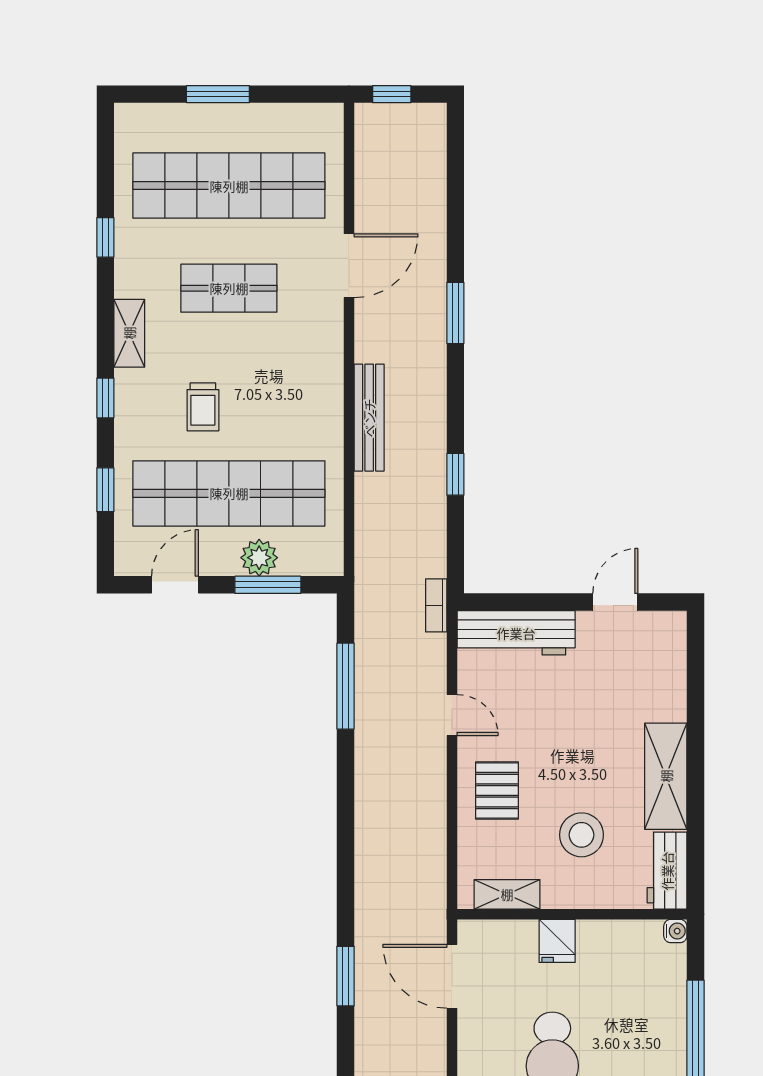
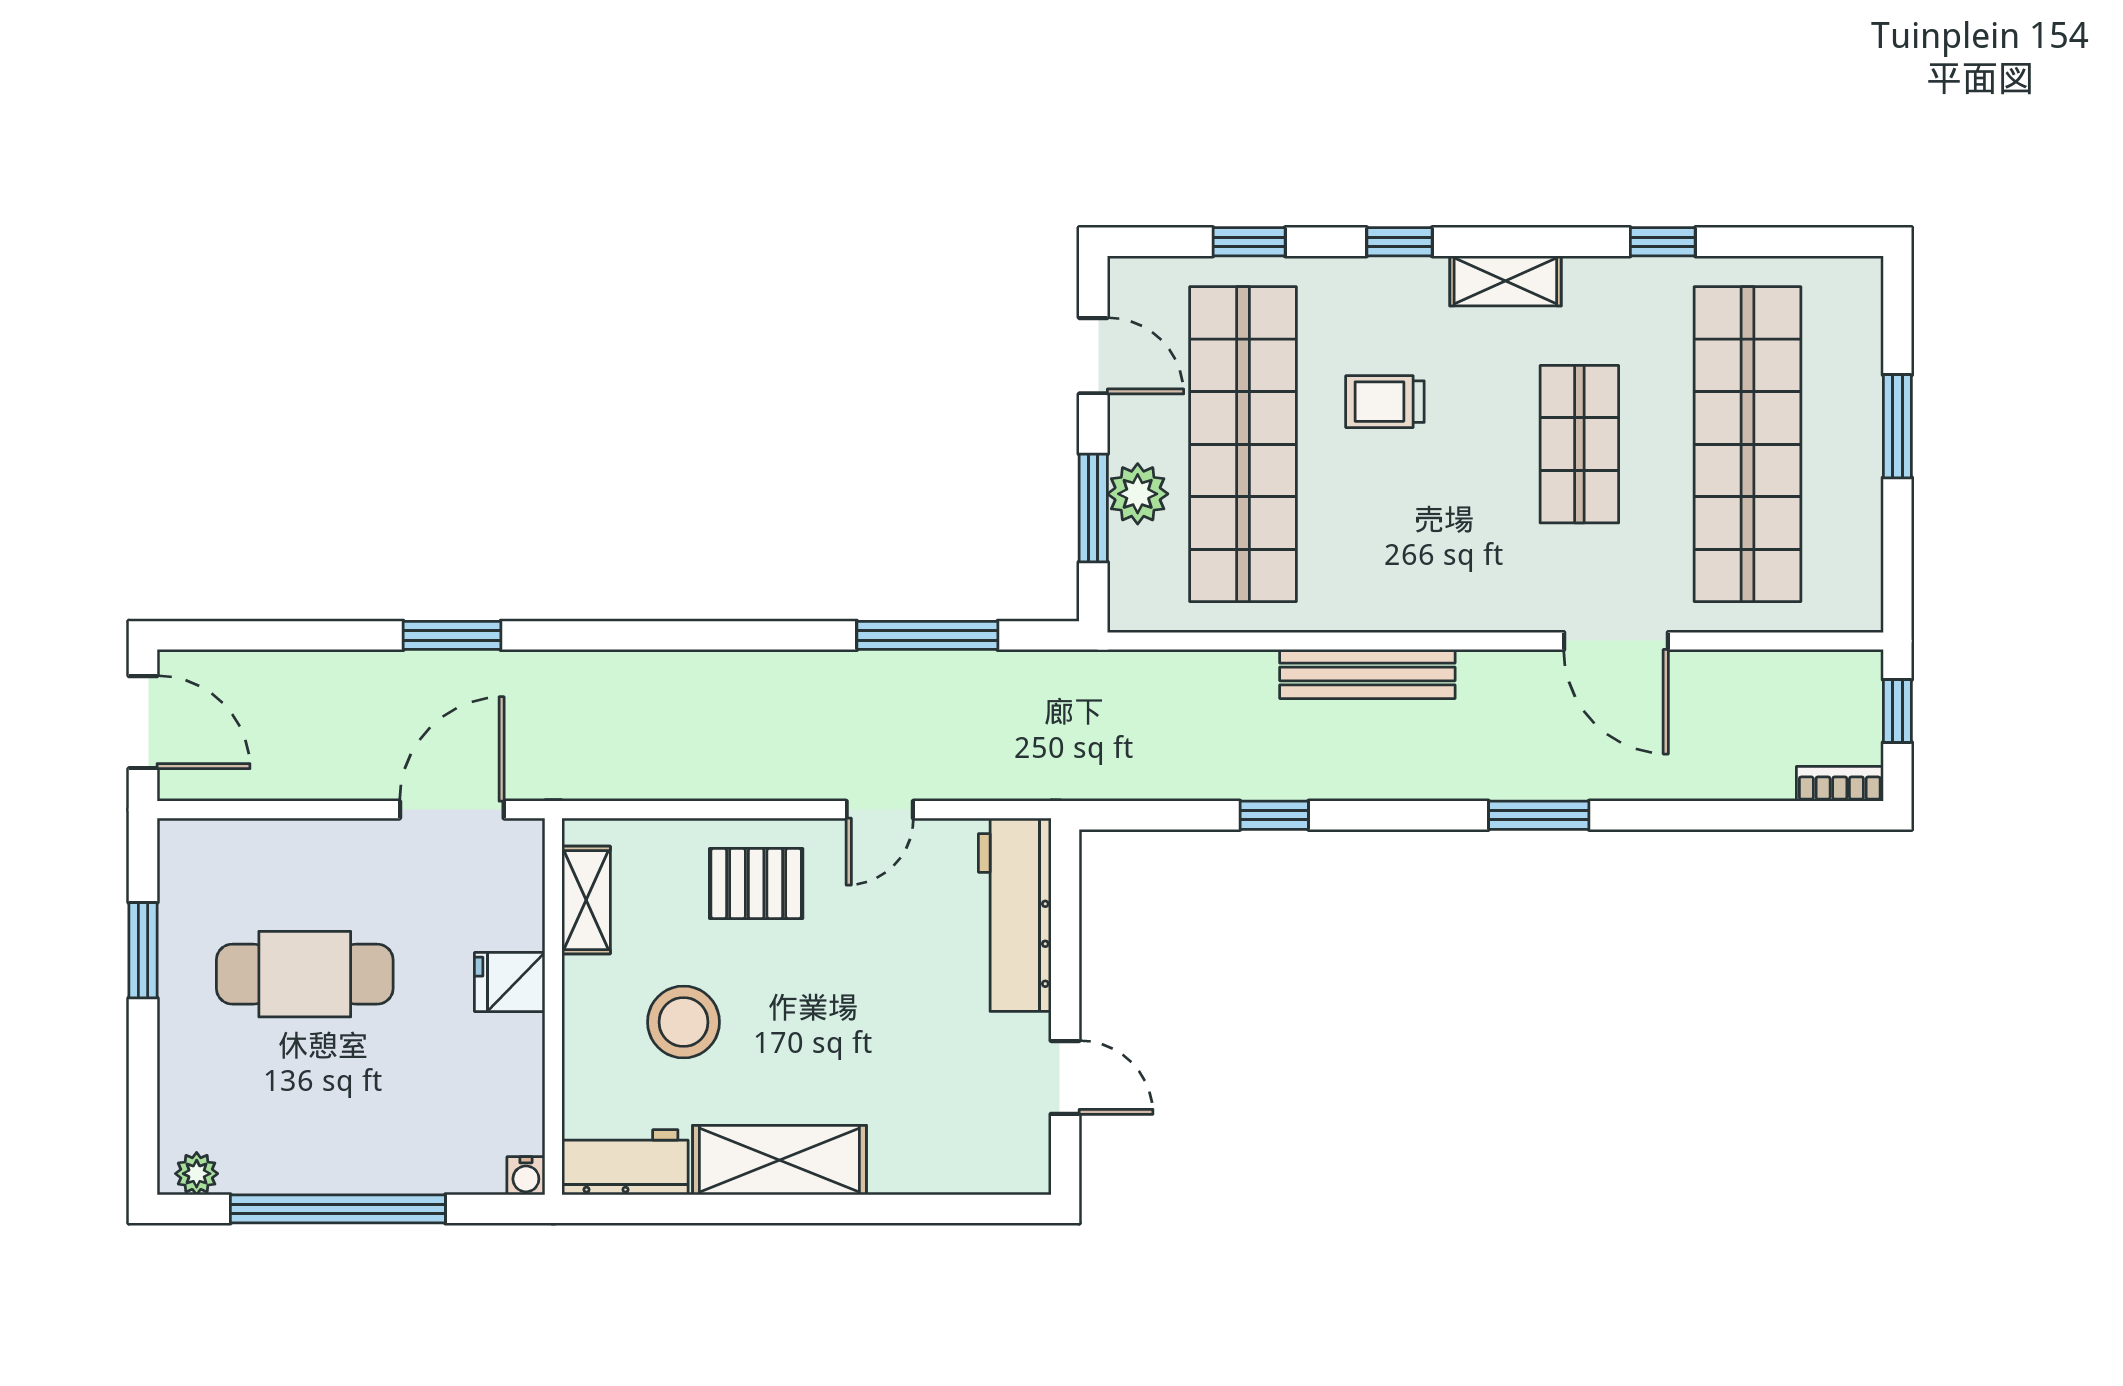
bookcase: (436, 605) -> (1840, 784), moved

